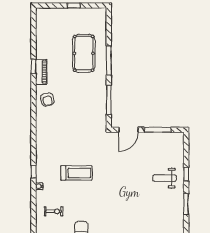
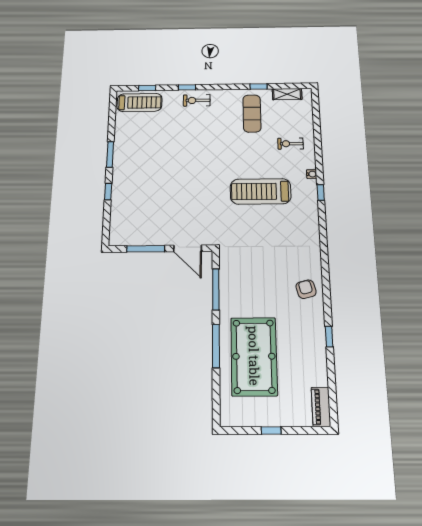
pool table: (84, 53) -> (254, 356), width x1.36, depth x1.32
piano: (41, 72) -> (321, 407), moved
door: (128, 130) -> (187, 248), swing flipped
treadmill: (76, 173) -> (261, 191), width x1.37, depth x1.38
weight bench: (165, 178) -> (138, 186), removed

